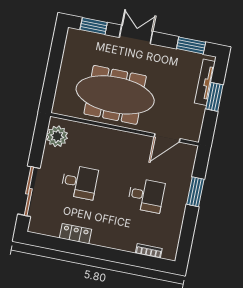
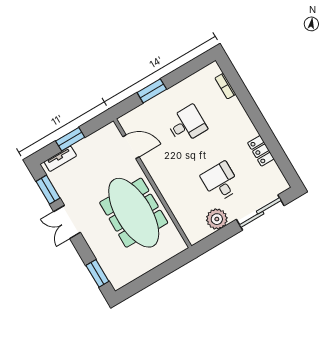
double door: (136, 34) -> (67, 222), moved
tv unit: (205, 82) -> (60, 159), width x0.71
plant: (57, 136) -> (217, 219), moved
desk: (146, 195) -> (187, 124), turned 90

